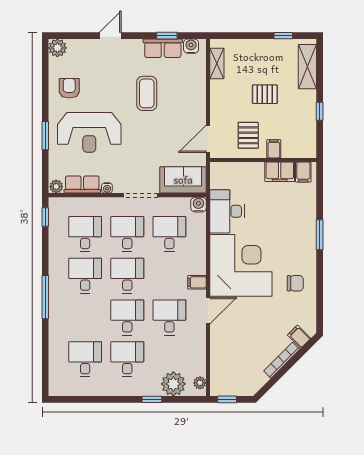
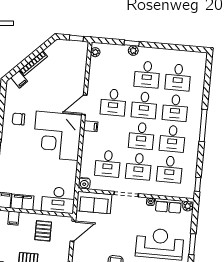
filing cabinet: (274, 149) -> (13, 218), moved
desk: (227, 211) -> (58, 200), moved, turned 90
desk: (85, 317) -> (175, 108), added
plant: (173, 384) -> (133, 51), moved, width x0.53, depth x0.53

